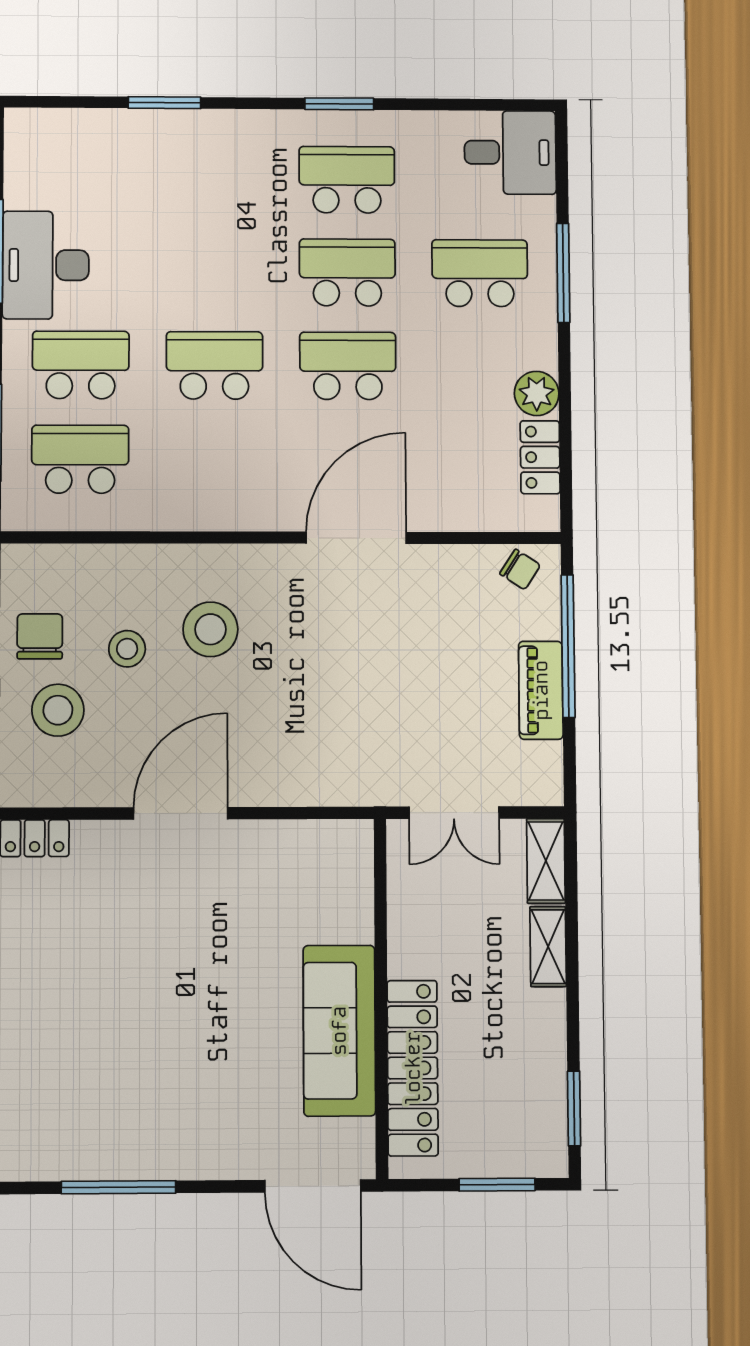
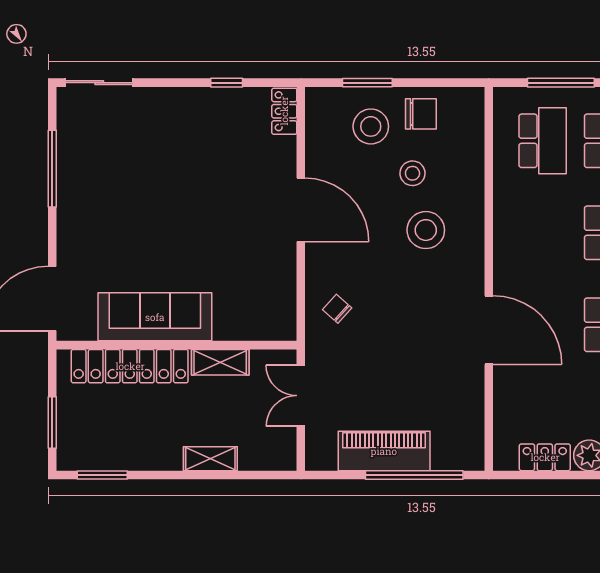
chair: (520, 569) -> (337, 309), moved, turned 99
piano: (541, 690) -> (384, 451), width x1.37, depth x1.33
shelving: (546, 861) -> (220, 362), moved

